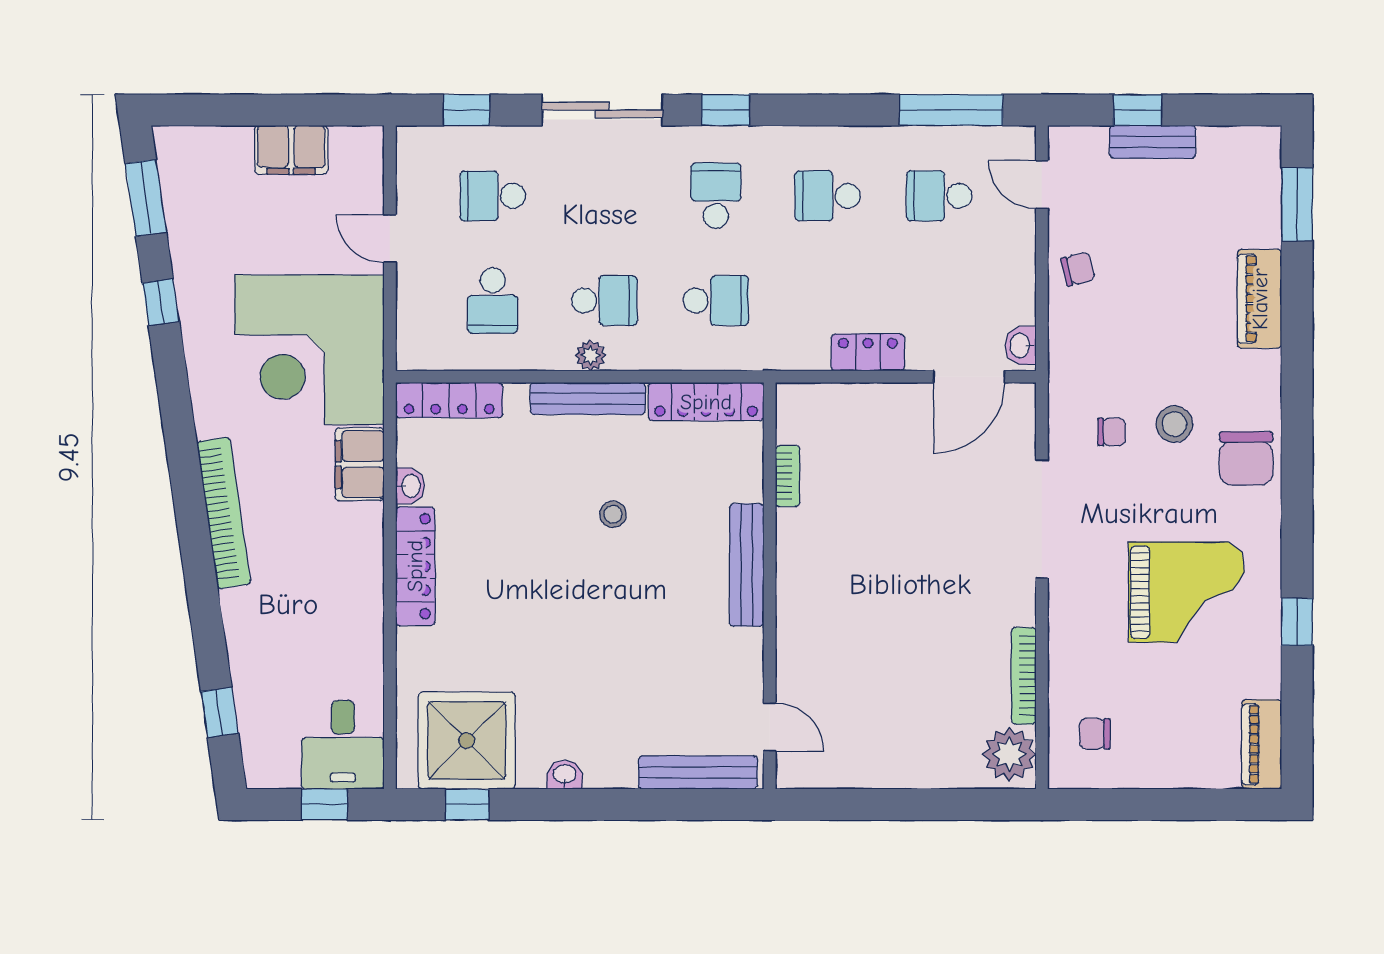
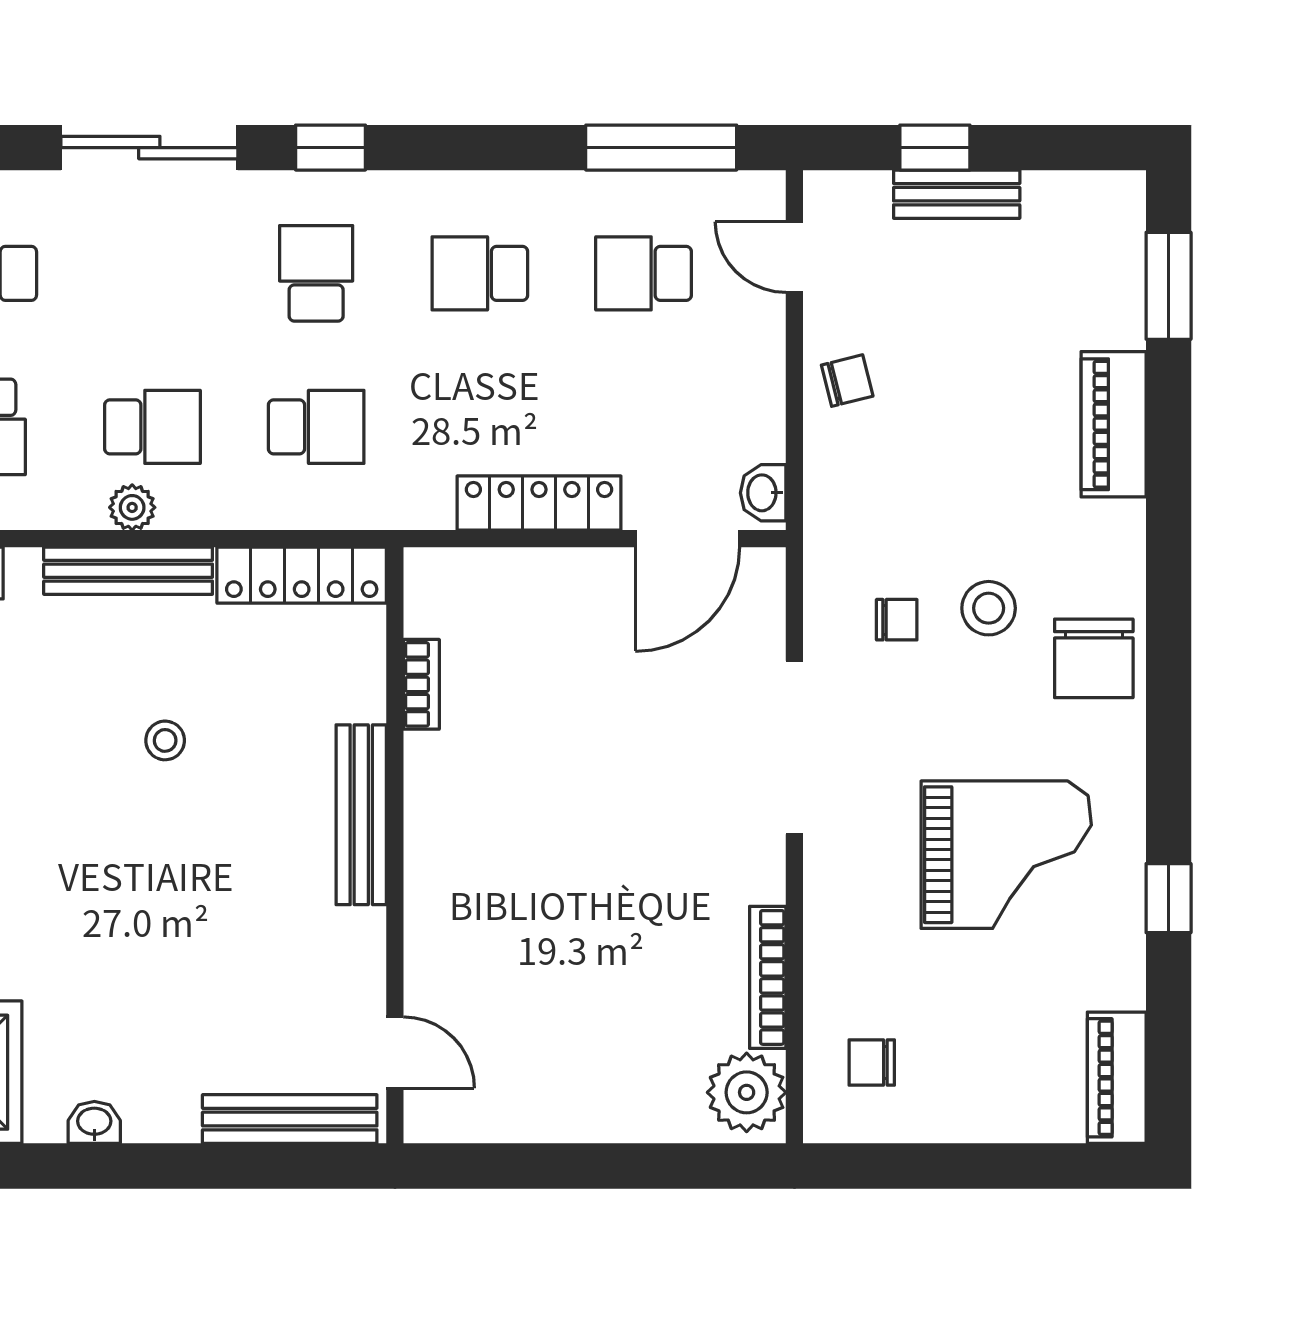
locker: (868, 352) -> (539, 503), width x1.53

